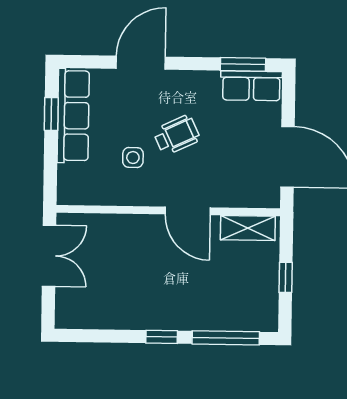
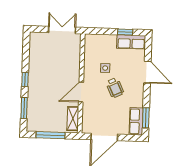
row of seats: (73, 116) -> (131, 42), width x0.68
double door: (49, 256) -> (62, 30), swing flipped
window: (286, 277) -> (51, 135), width x2.17
window: (226, 338) -> (24, 108), width x0.69

